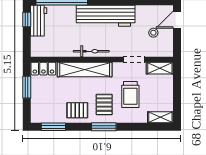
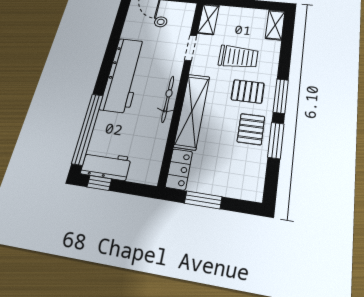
window: (53, 127) -> (276, 140), moved

